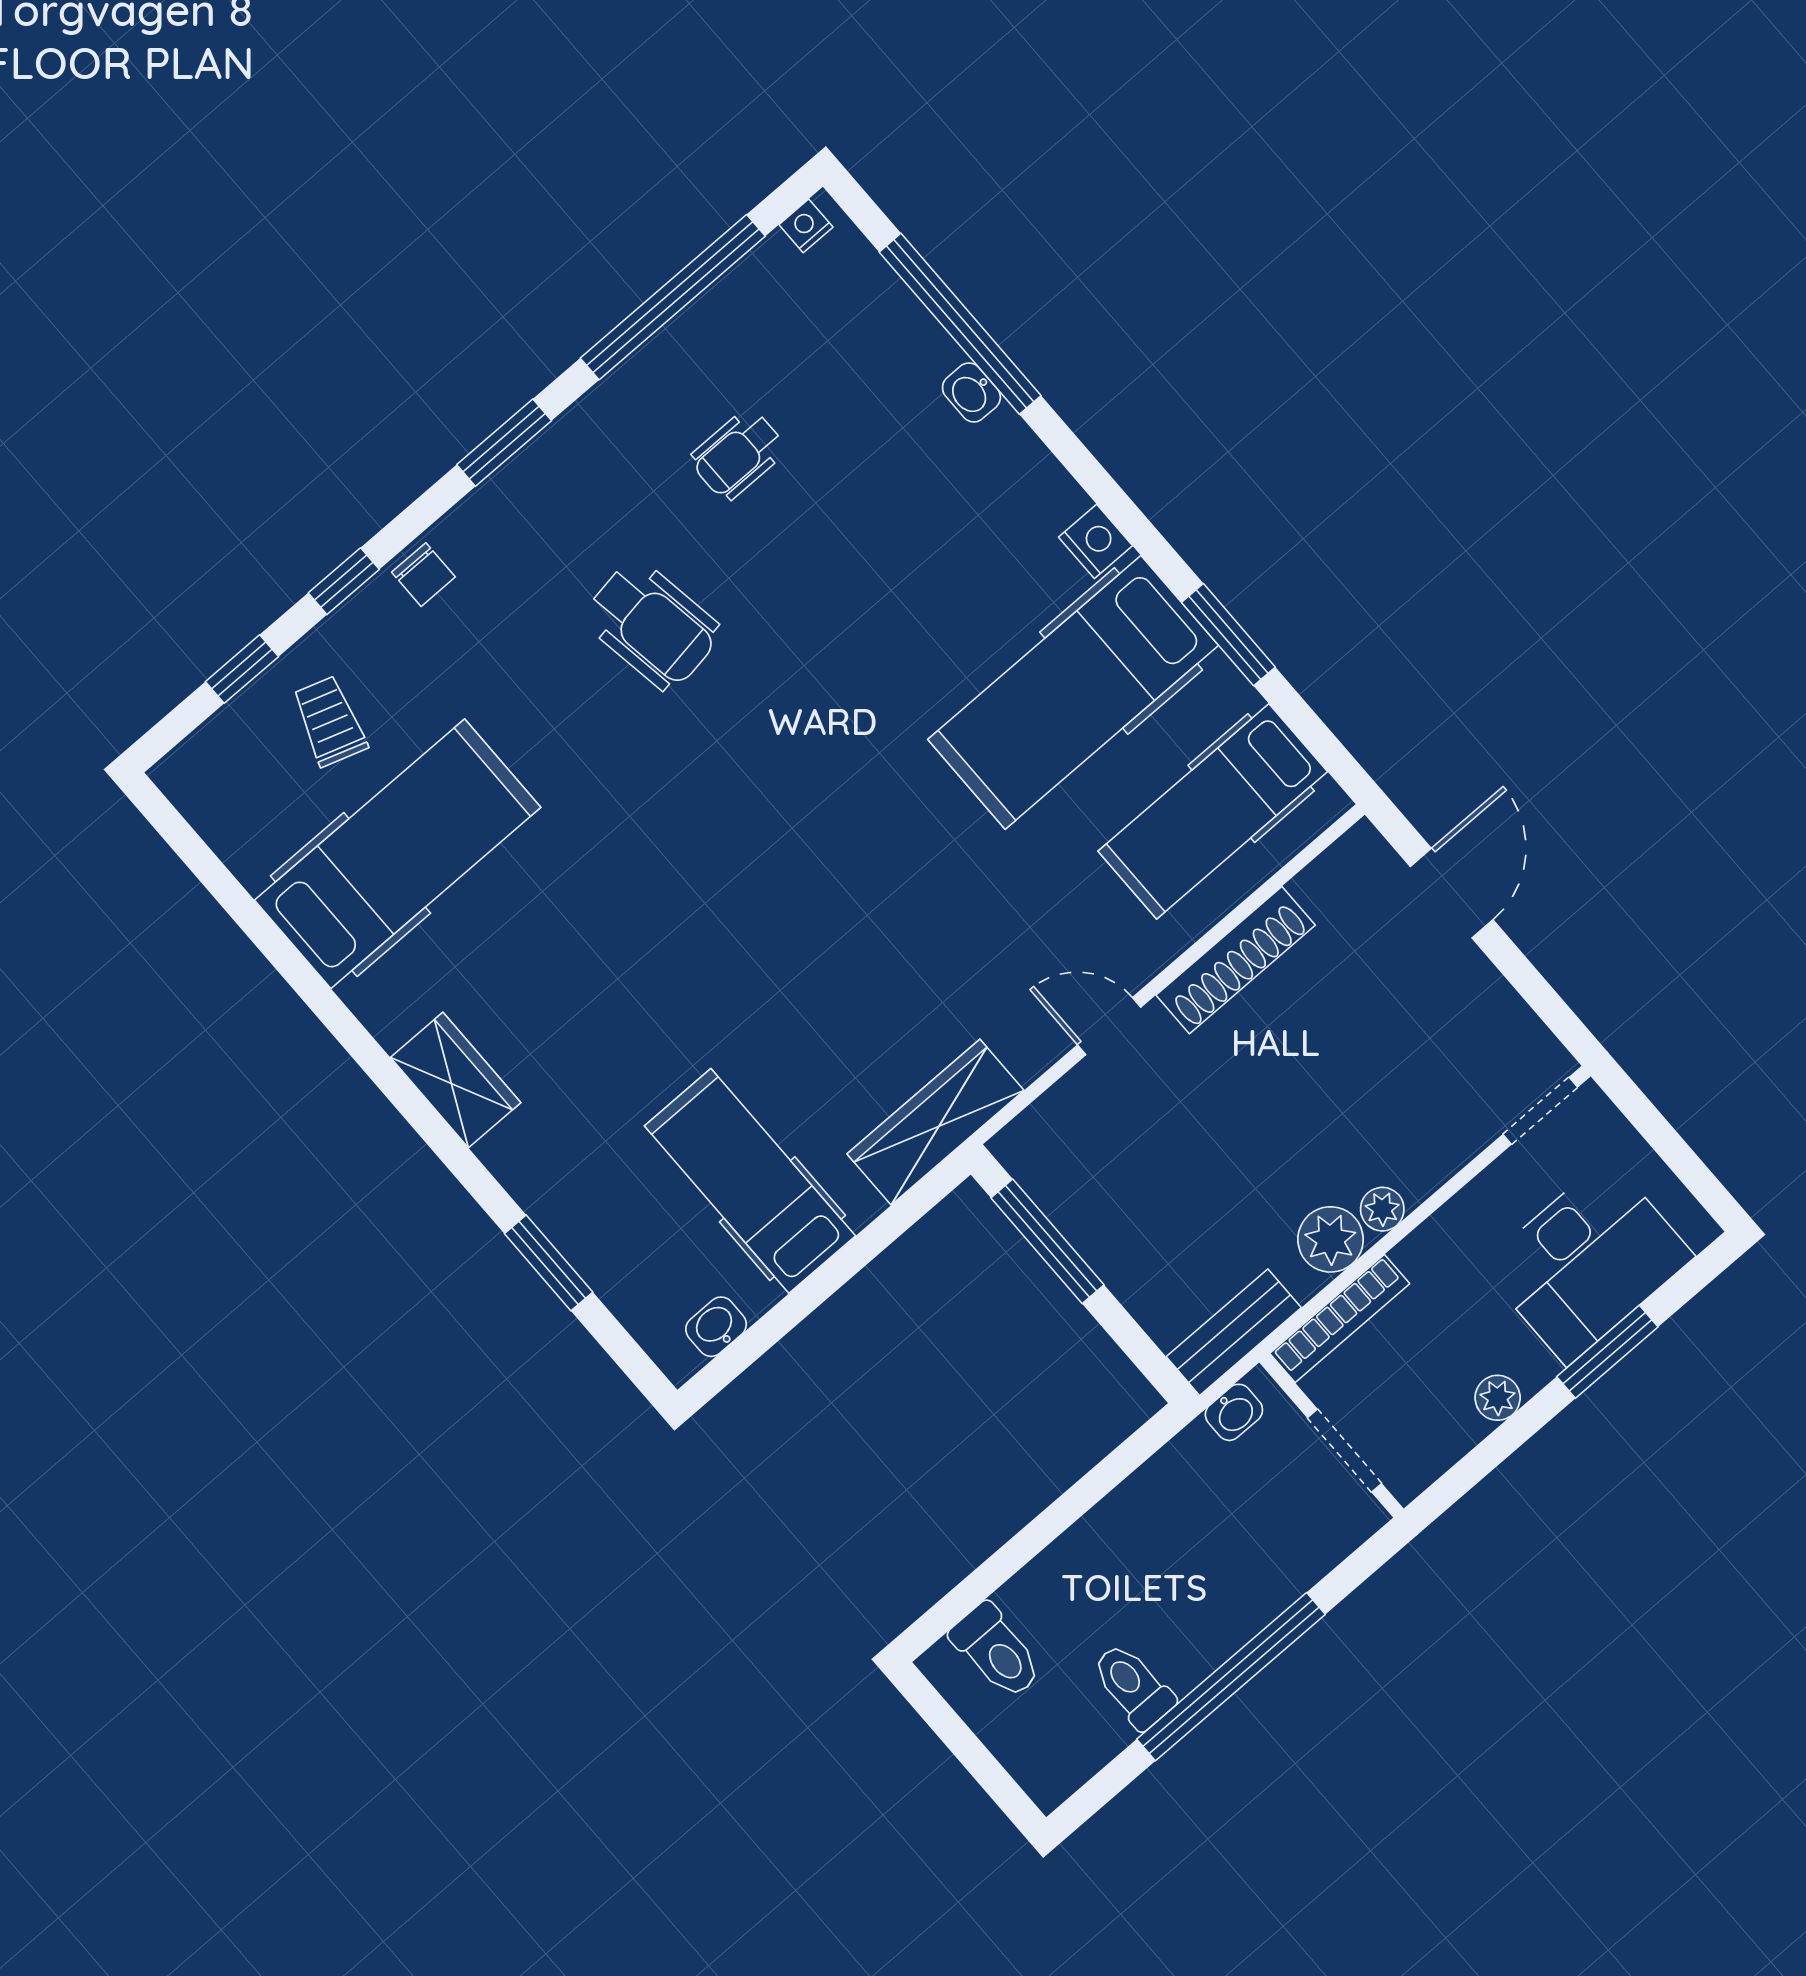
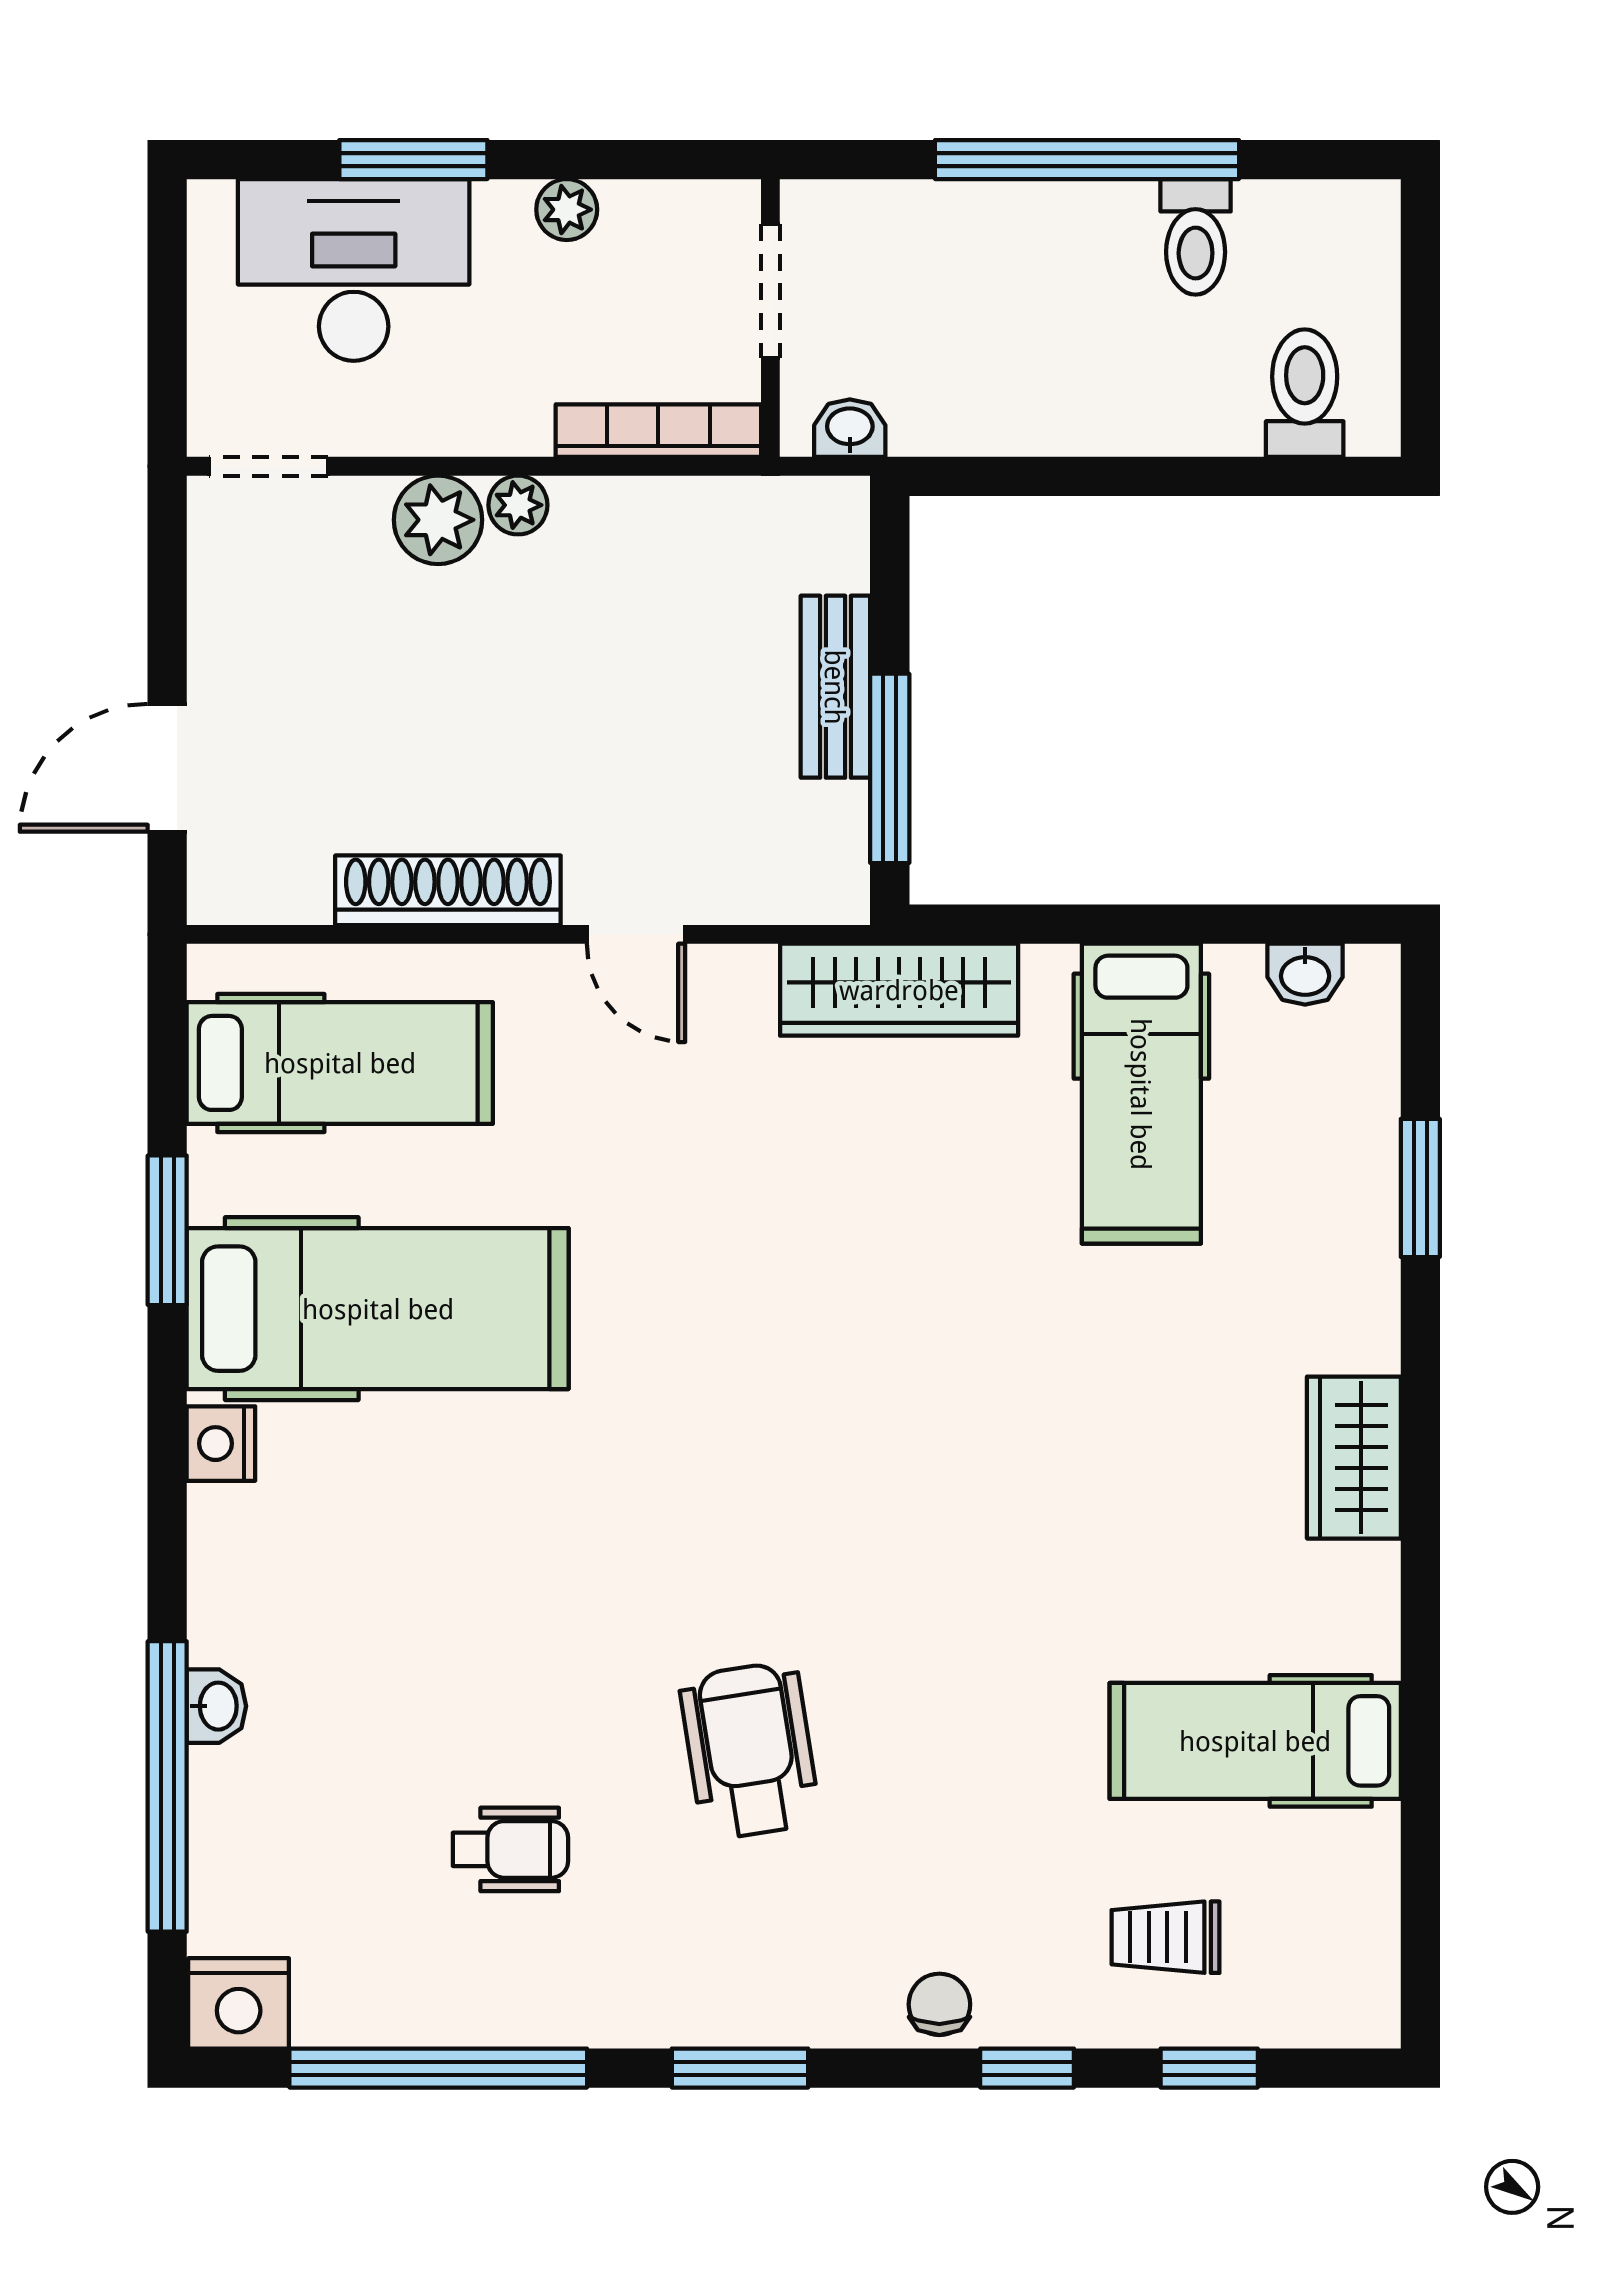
nightstand: (806, 226) -> (239, 2003), width x1.89, depth x1.79
trolley: (329, 721) -> (1166, 1937), turned 72
hospital bed: (398, 854) -> (1255, 1741), width x0.73, depth x0.78
plant: (1331, 1239) -> (438, 520), moved
bench: (1234, 1332) -> (835, 687), moved, turned 90

